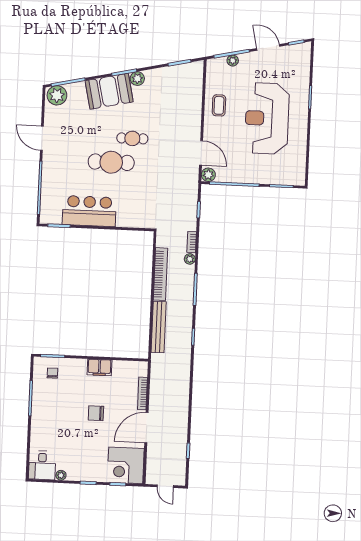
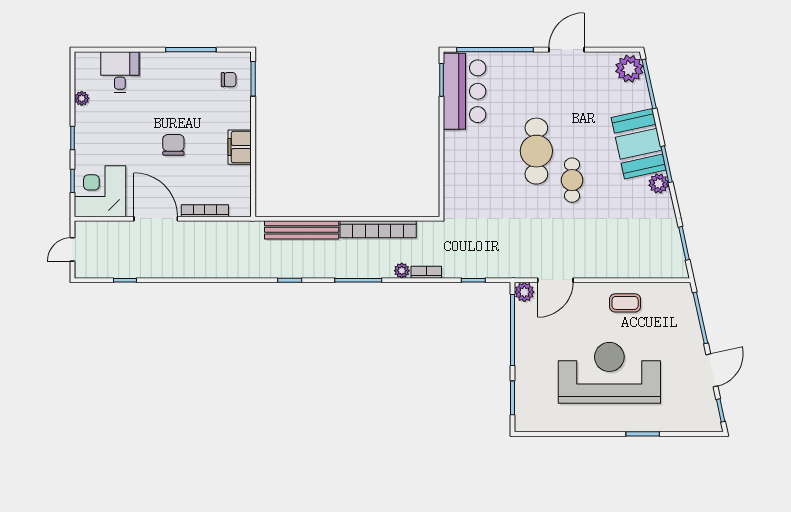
plant: (233, 61) -> (691, 320), removed
bar counter: (89, 211) -> (465, 91), moved
desk: (42, 465) -> (120, 72), moved, turned 90

